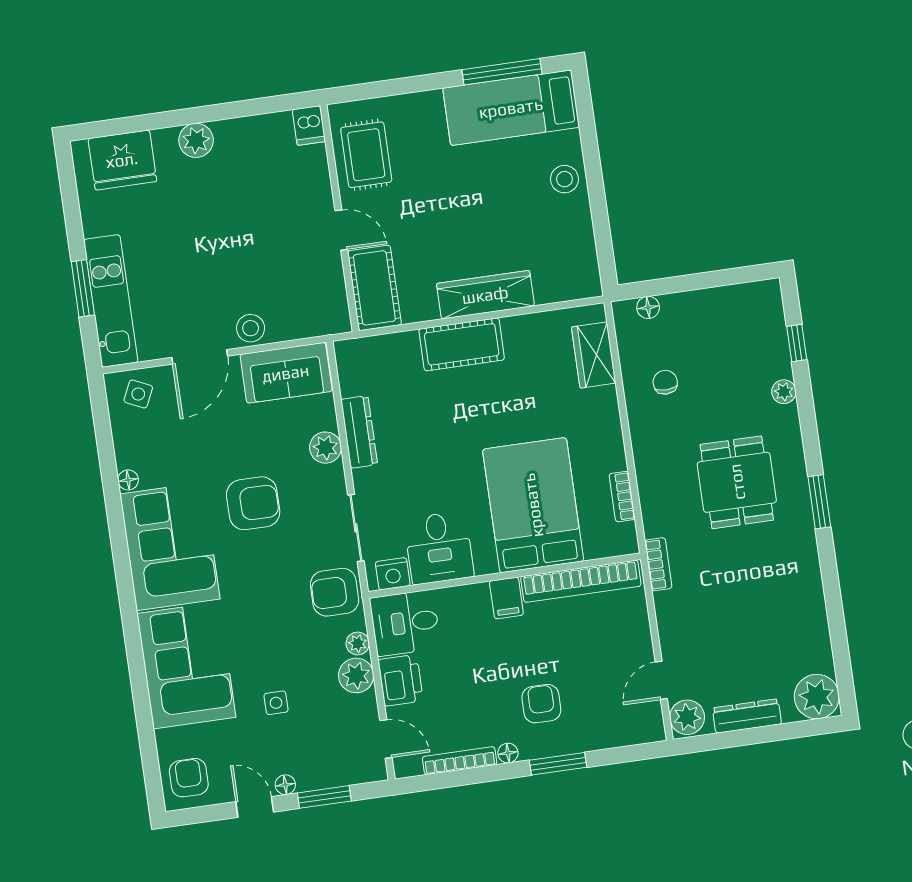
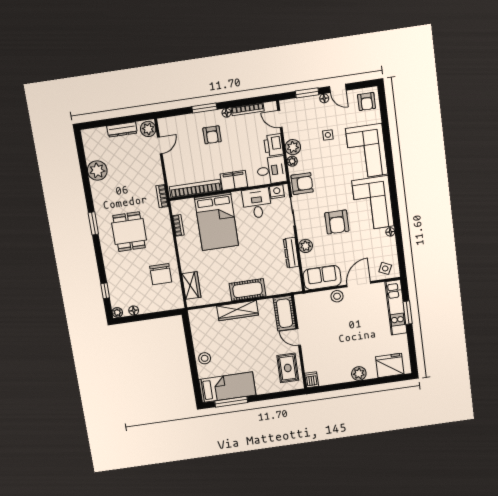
floor lamp: (648, 307) -> (134, 310), moved
chair: (665, 382) -> (161, 274), width x1.87, depth x1.87
plant: (784, 392) -> (117, 312), moved
armchair: (253, 503) -> (337, 222), turned -90
filing cabinet: (506, 598) -> (234, 180), width x2.00
plant: (817, 697) -> (97, 171), moved

